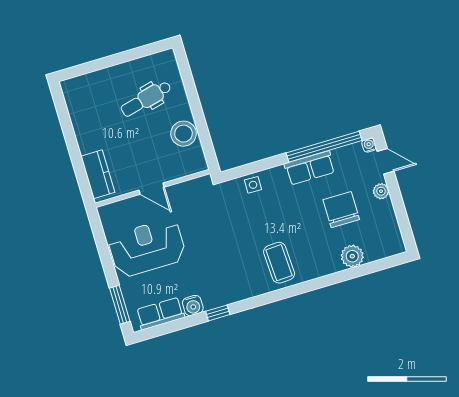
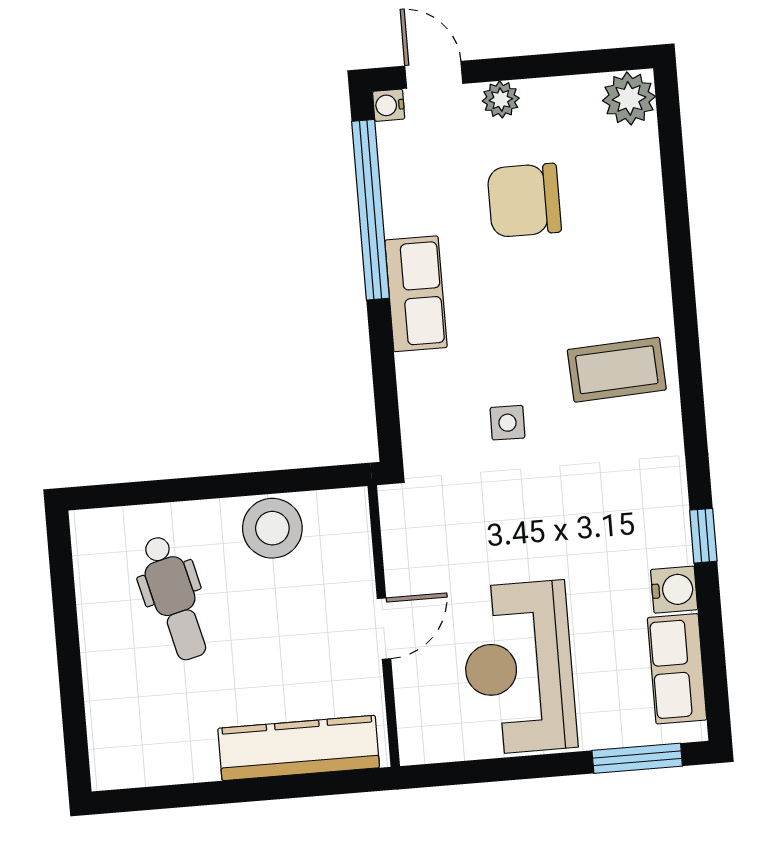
door: (385, 161) -> (434, 75), hinge flipped
row of seats: (310, 168) -> (416, 294), moved
kitchen counter: (98, 174) -> (299, 748), width x1.50
side table: (253, 185) -> (508, 423), moved
plant: (352, 256) -> (629, 98), moved

